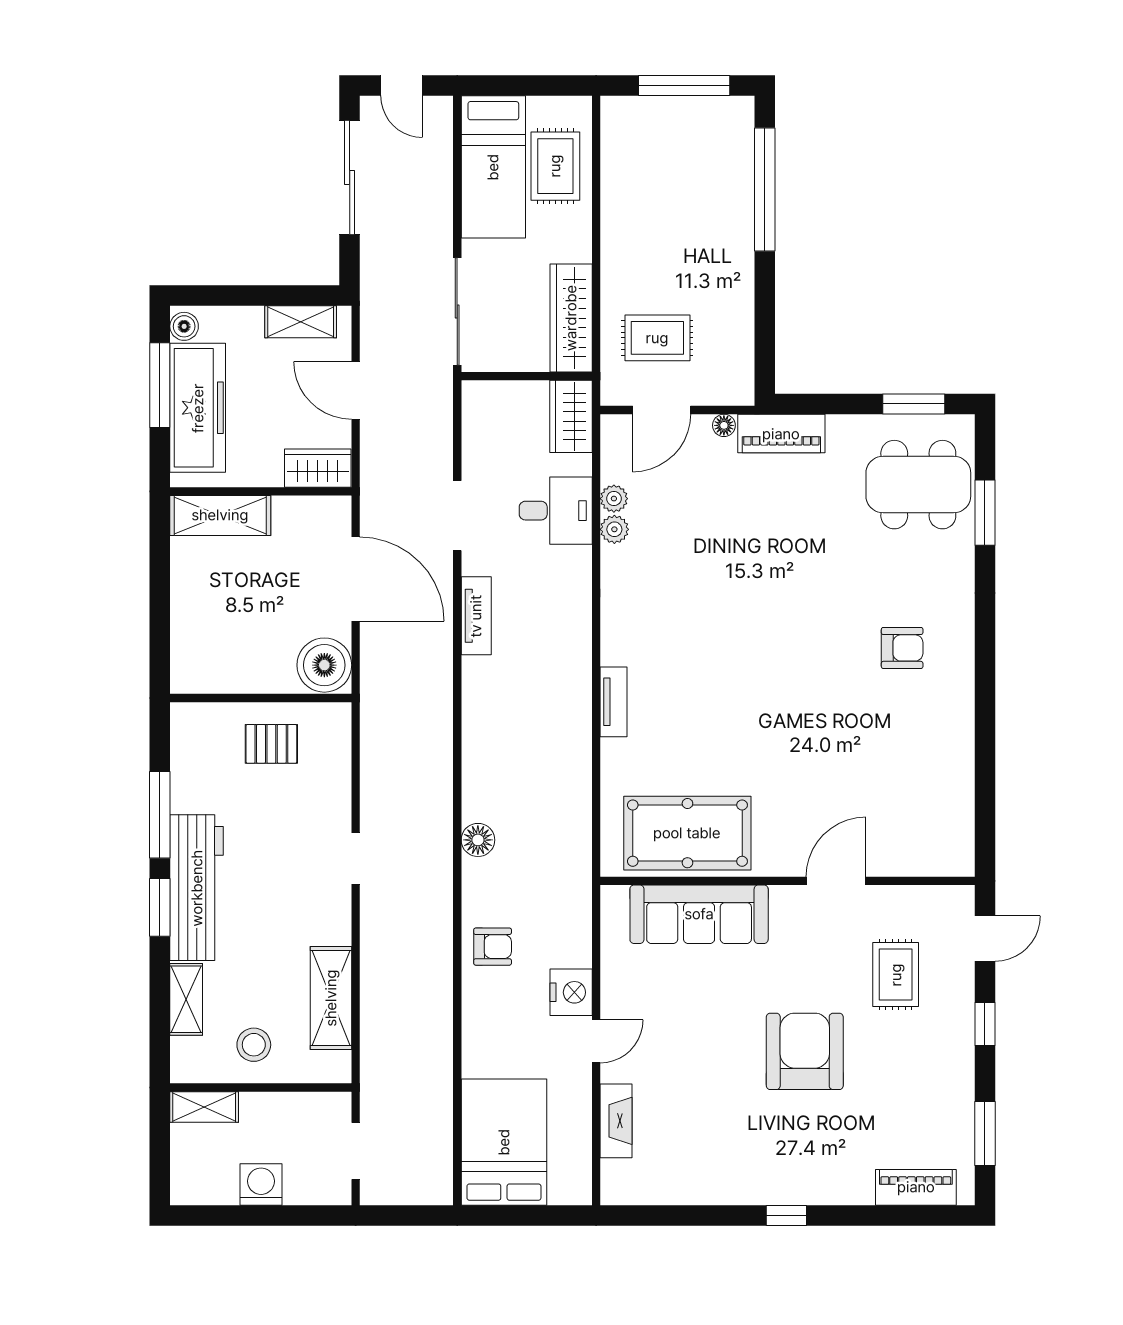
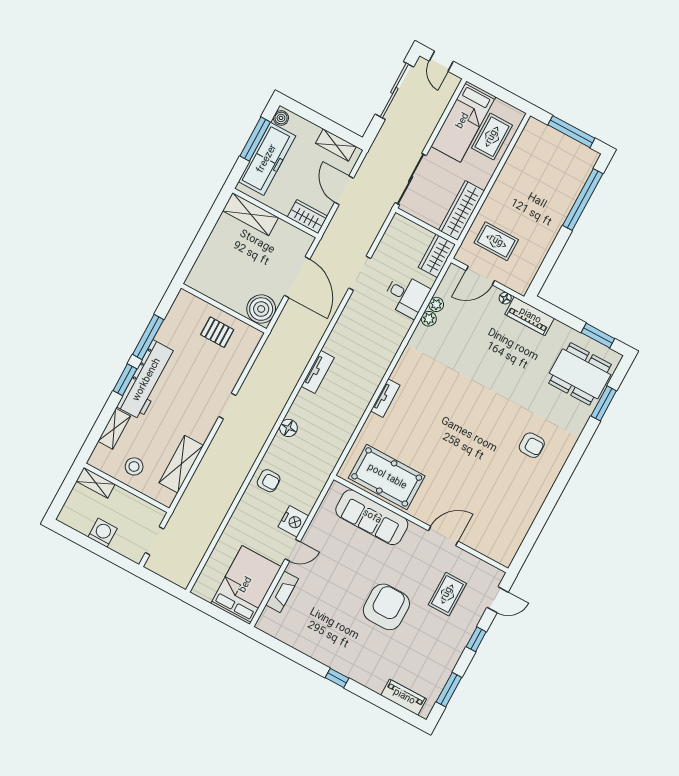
tv unit: (476, 616) -> (318, 372), moved
bed: (504, 1142) -> (246, 585), moved

